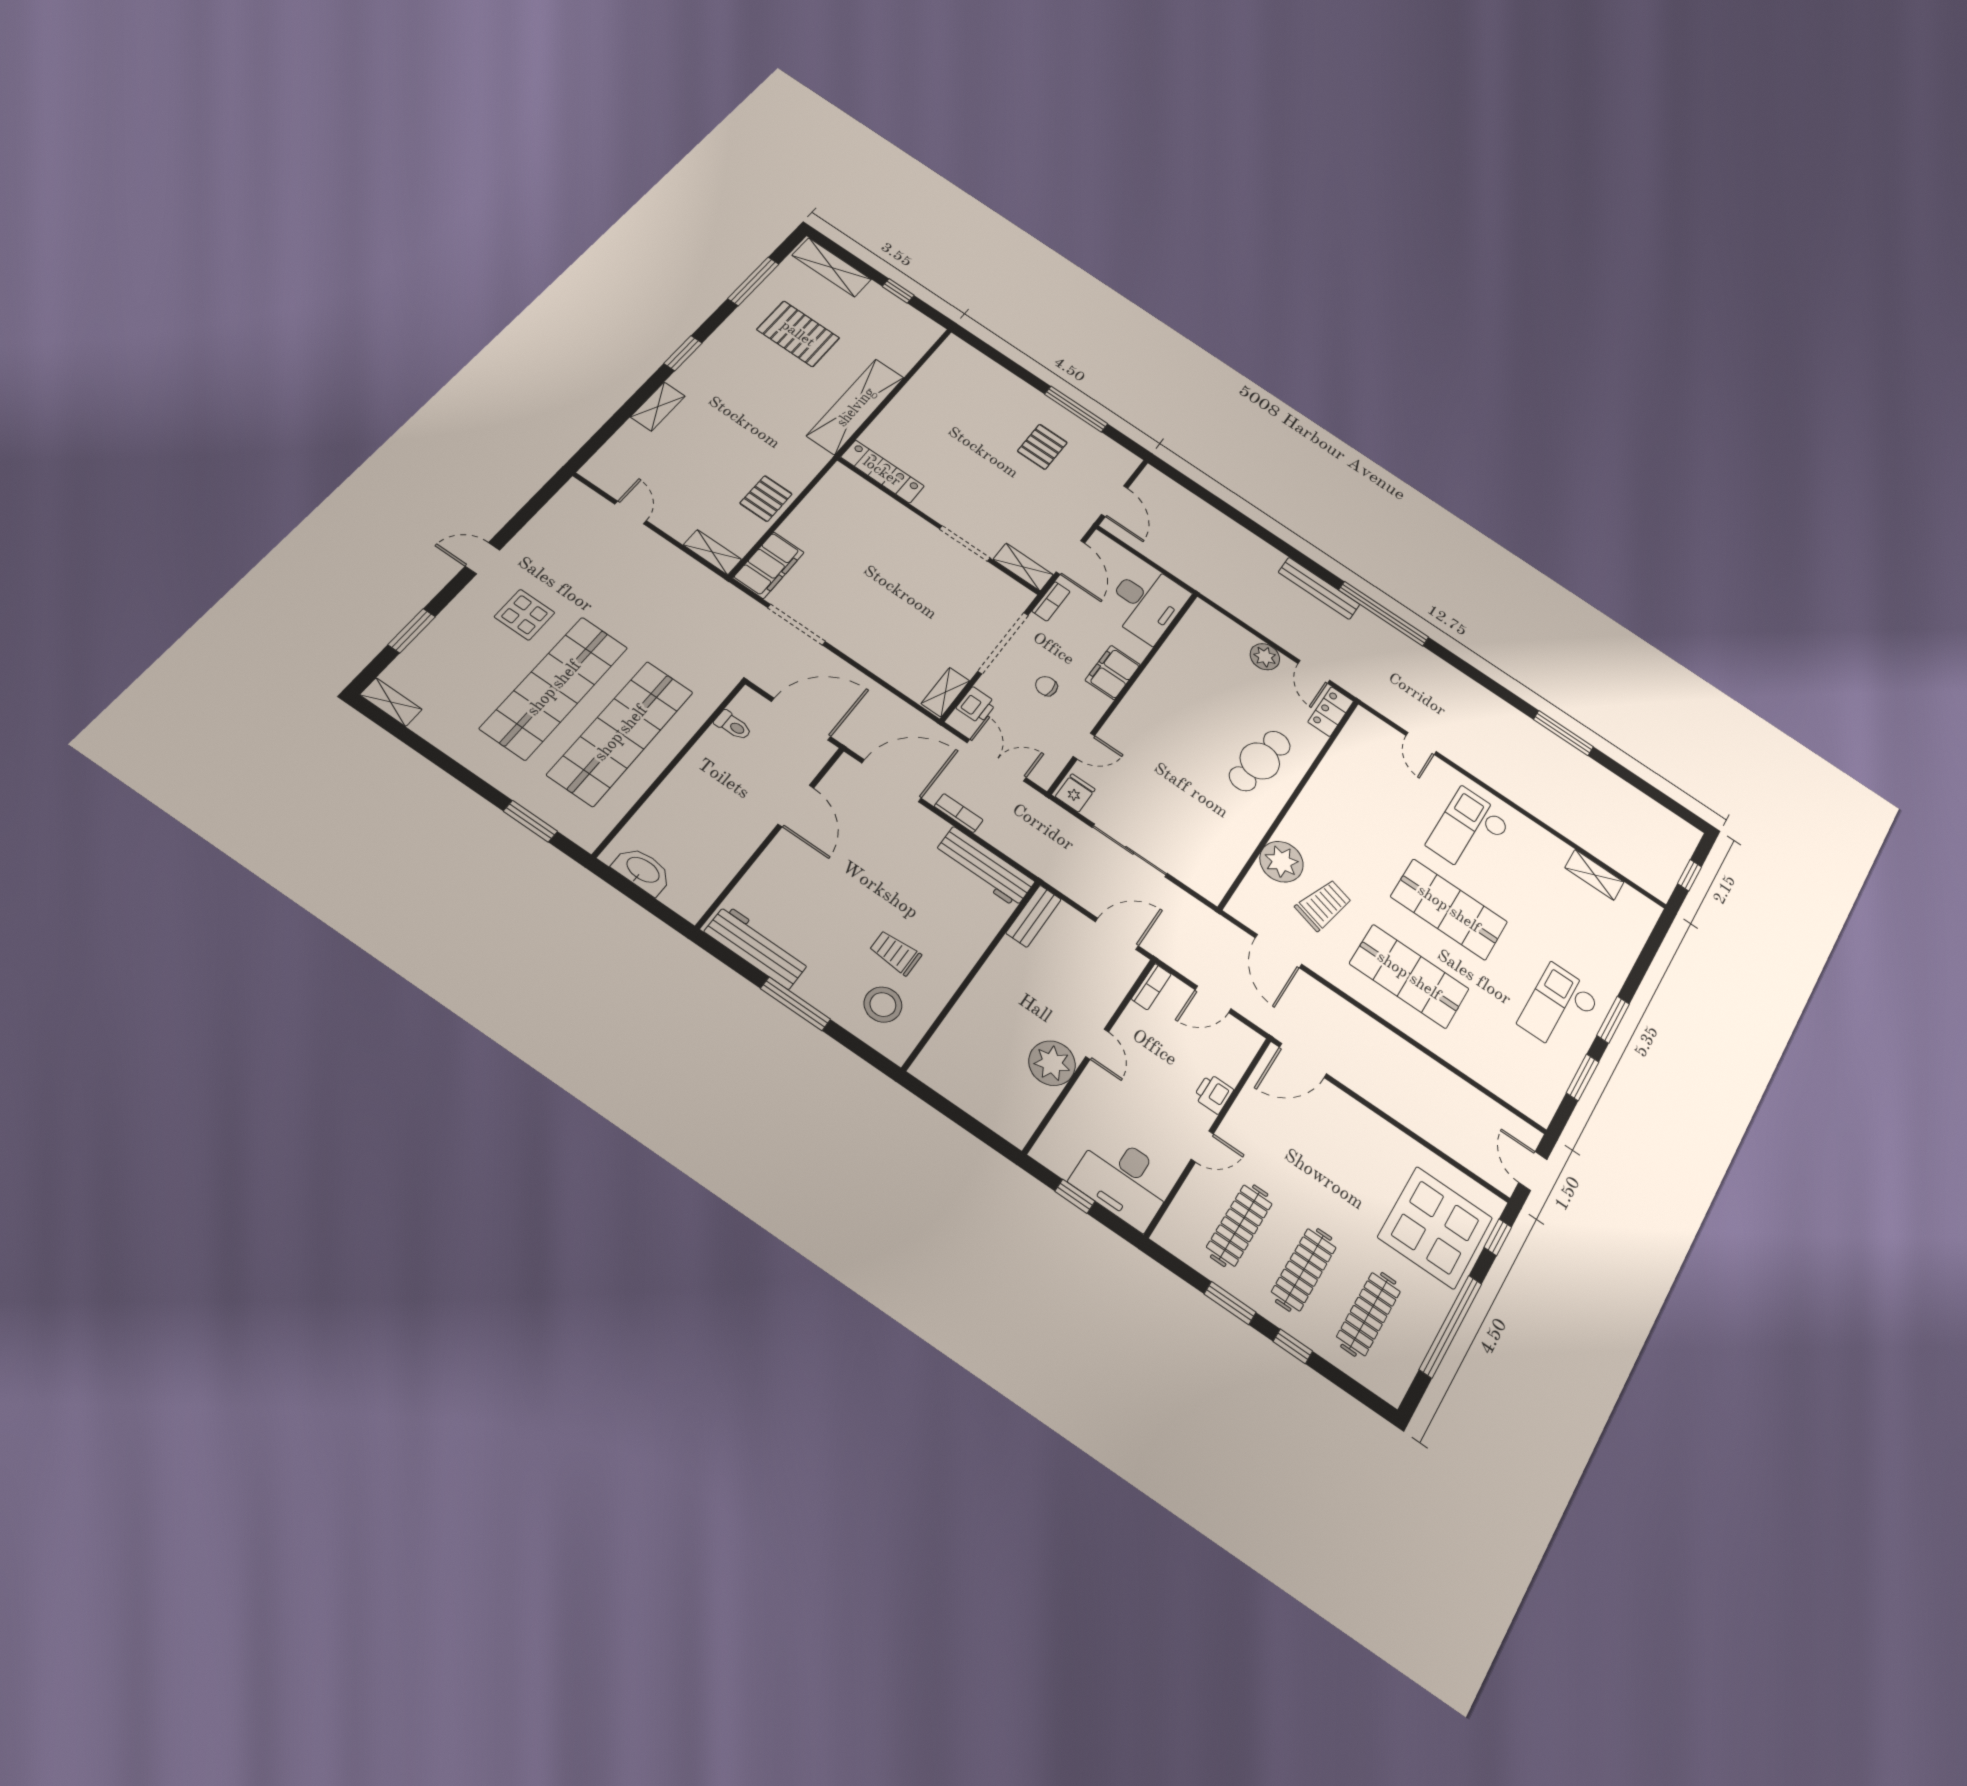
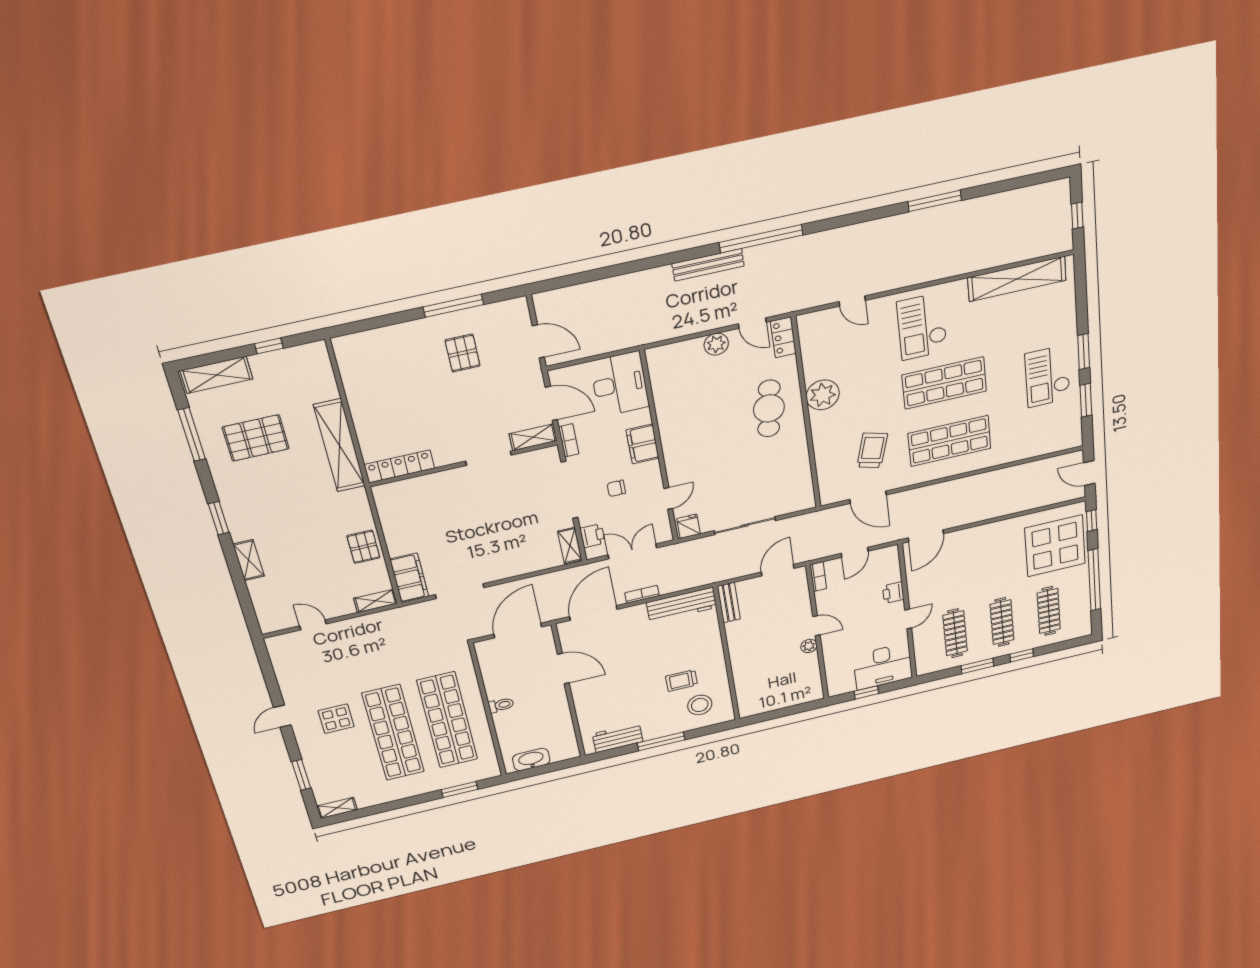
toilet: (733, 725) -> (501, 705), moved
plant: (1281, 862) -> (823, 395), moved
shelving: (1594, 875) -> (1017, 279), width x2.20, depth x1.33
workbench: (757, 947) -> (618, 738), width x0.73
plant: (1052, 1063) -> (809, 646), width x0.53, depth x0.53

